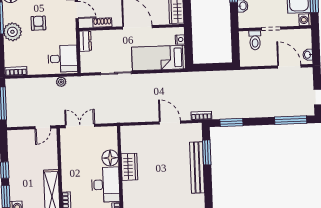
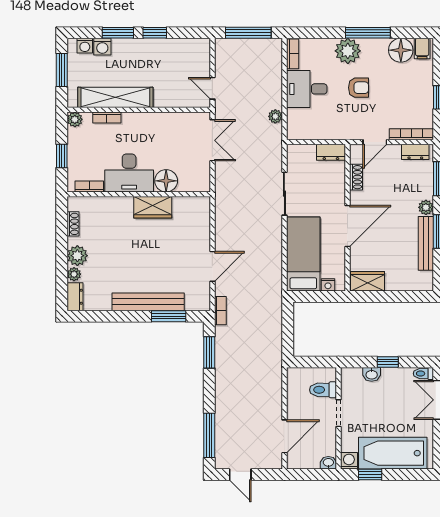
washbasin: (308, 55) -> (328, 463), moved
desk: (63, 59) -> (307, 89), moved, turned 90

